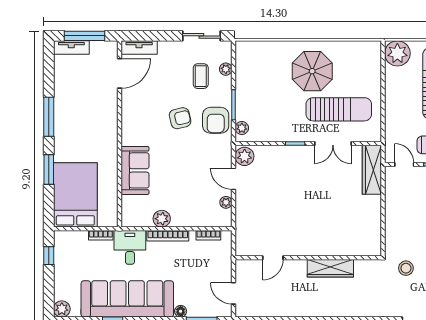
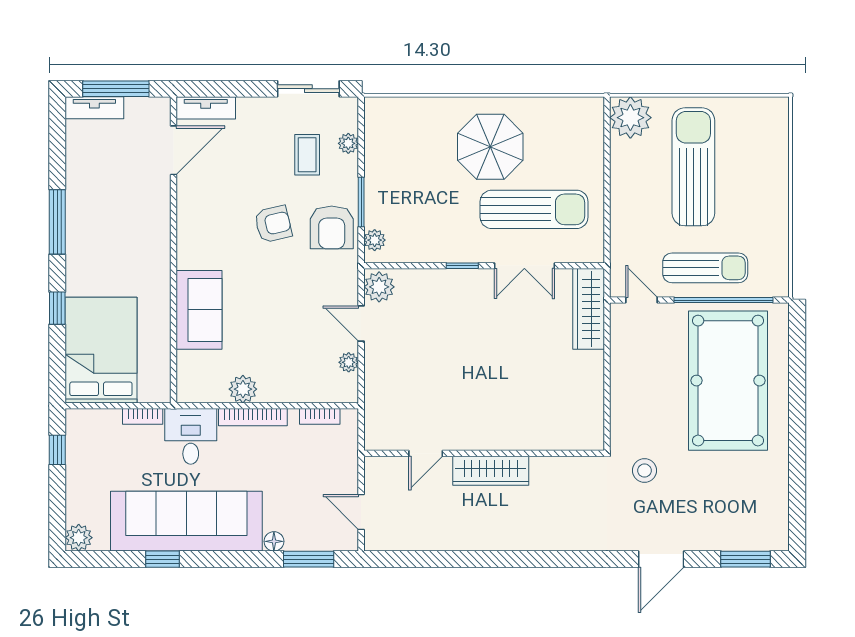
window: (49, 169) -> (57, 308), width x0.67
wardrobe: (330, 268) -> (491, 471), moved

